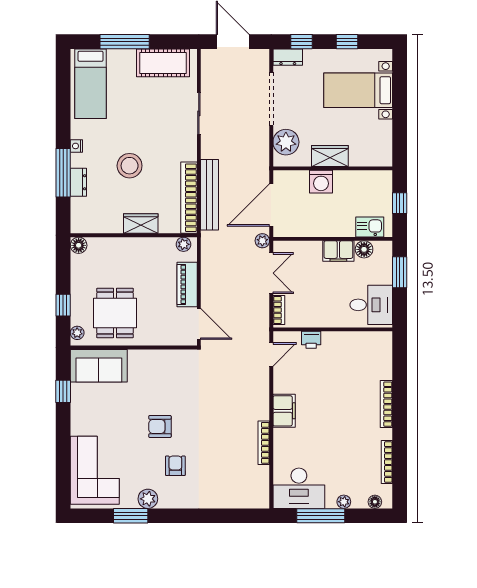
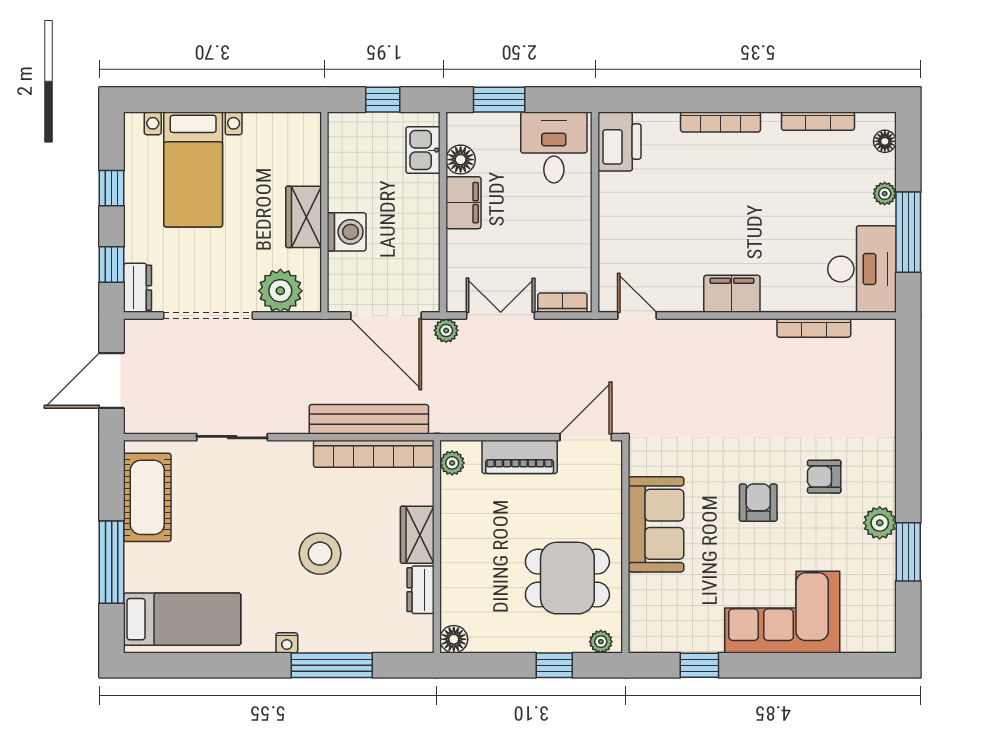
dresser: (78, 182) -> (420, 590), moved, turned -90
printer: (311, 340) -> (619, 141), moved, width x1.87, depth x1.48
sofa: (99, 366) -> (656, 524), moved
armchair: (160, 426) -> (758, 503), turned 180
bookcase: (264, 443) -> (814, 328), moved
corner sofa: (95, 470) -> (782, 612), moved

